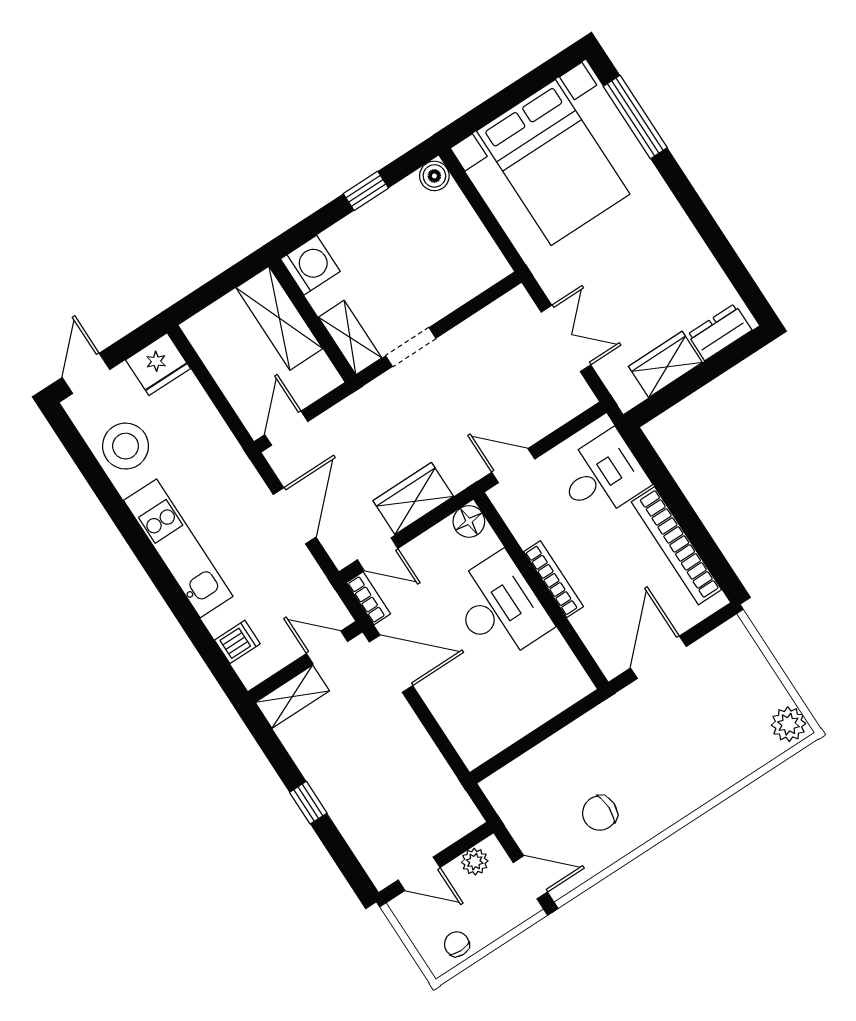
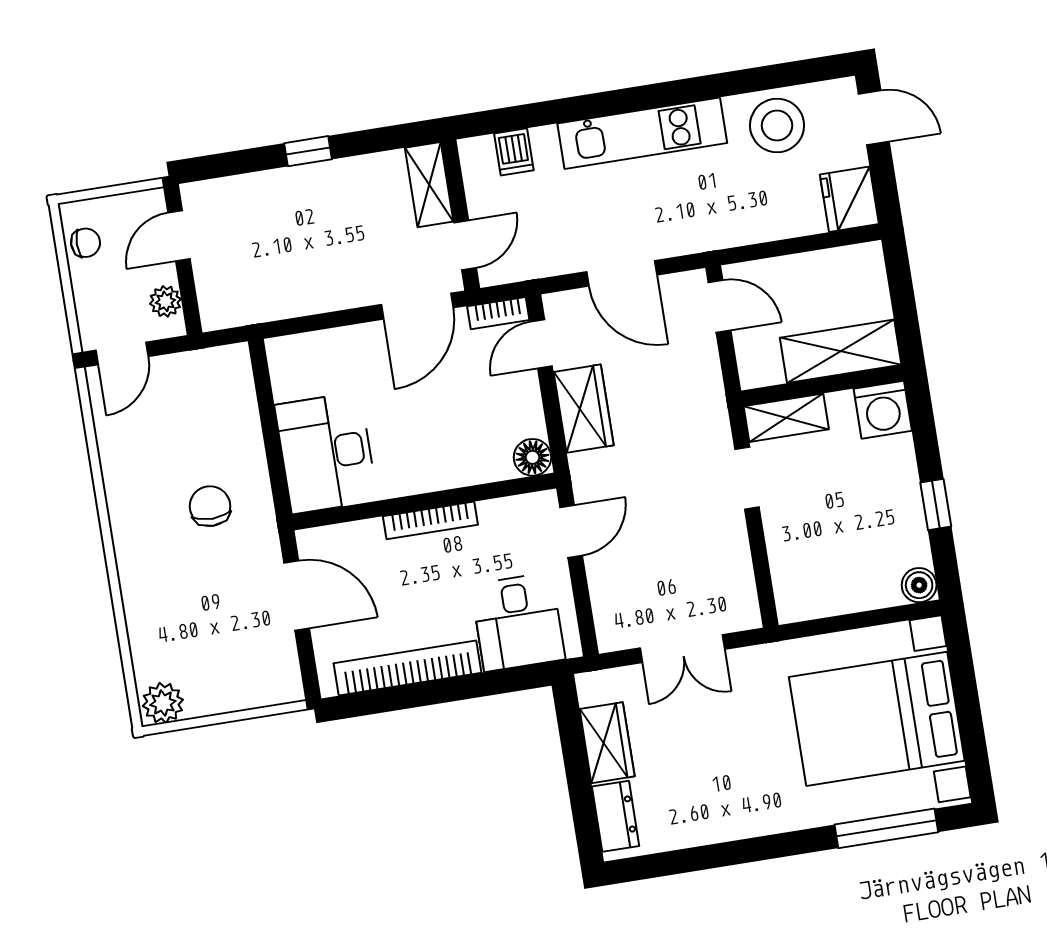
desk: (499, 607) -> (326, 453), moved, turned 90
chair: (600, 813) -> (210, 506), moved

